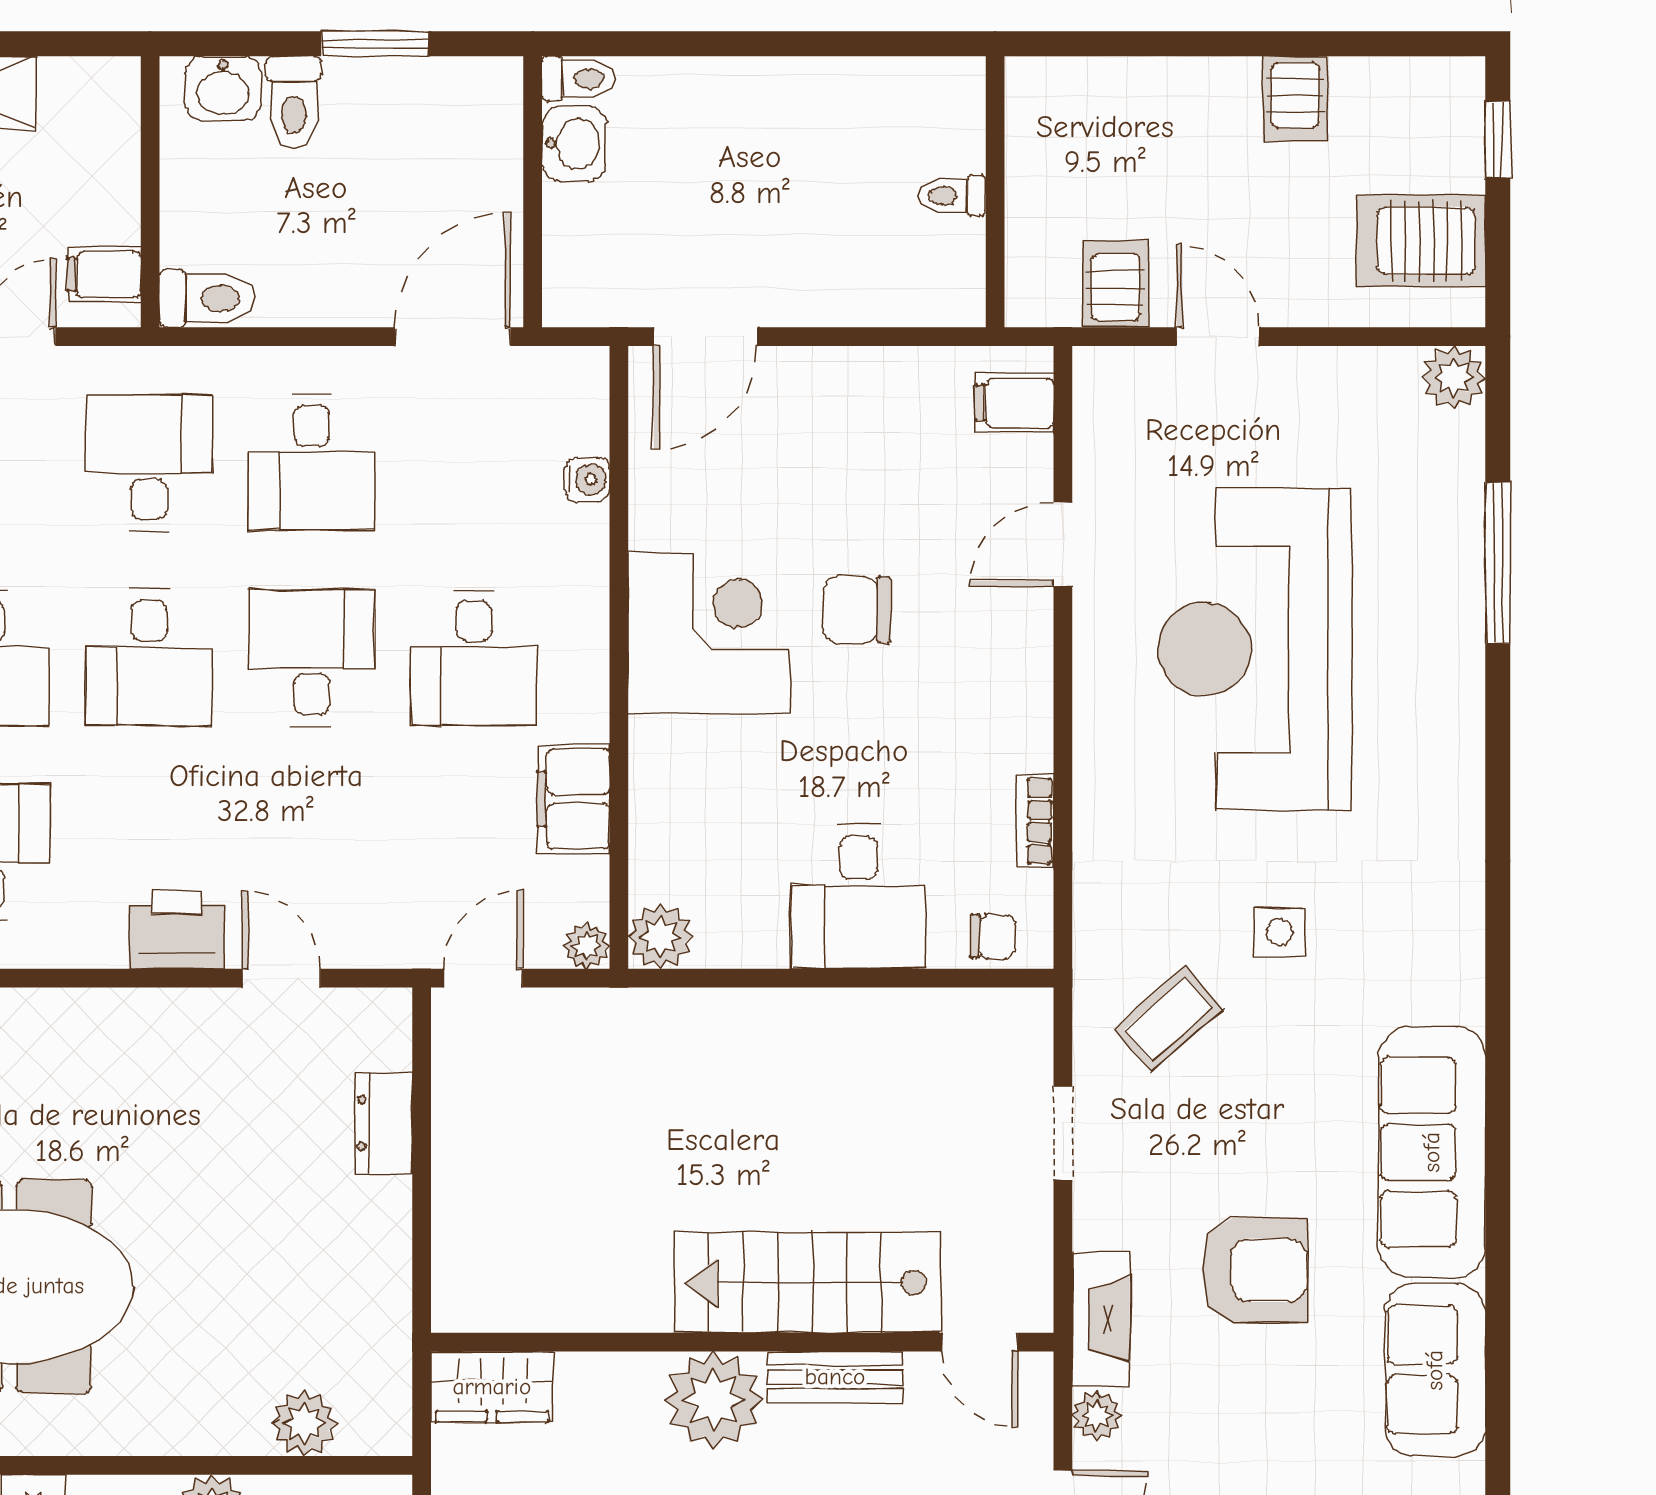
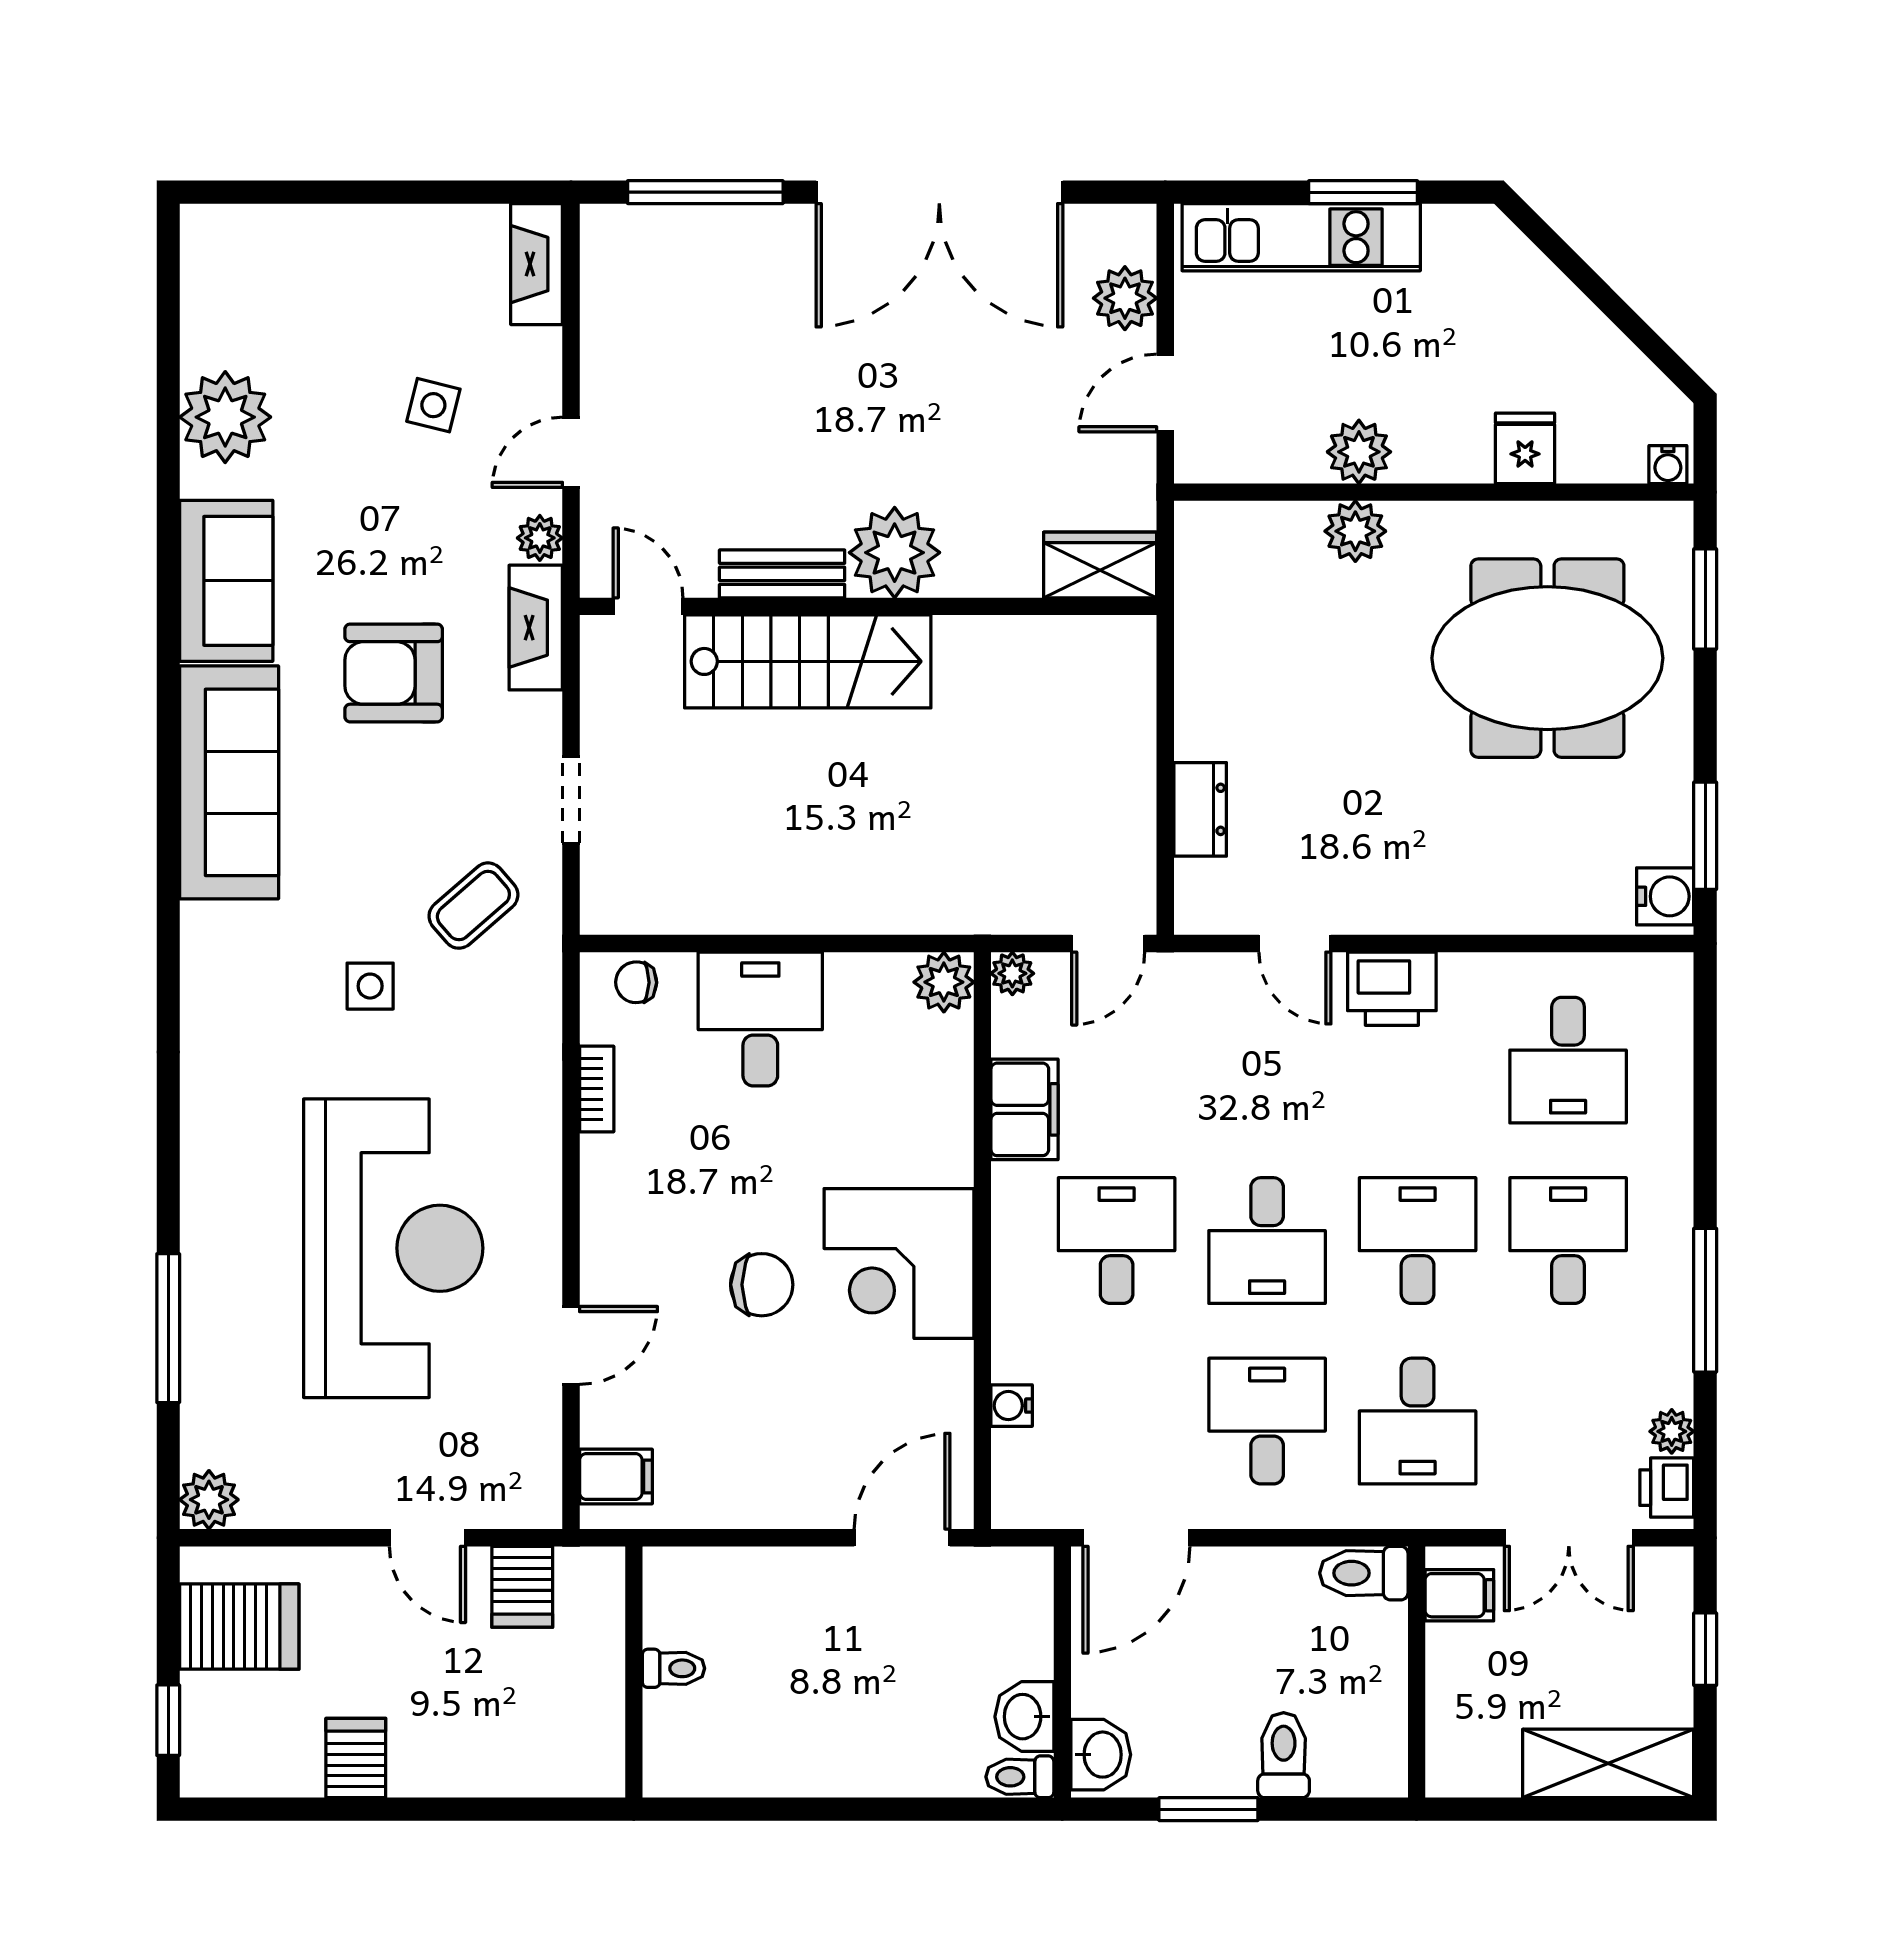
washbasin: (223, 88) -> (1101, 1755), moved, turned 90
plant: (304, 1423) -> (1355, 531), moved

